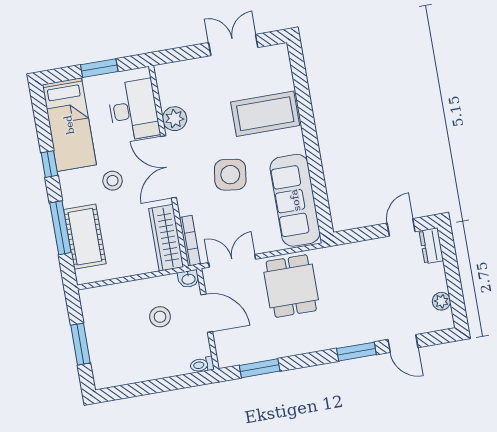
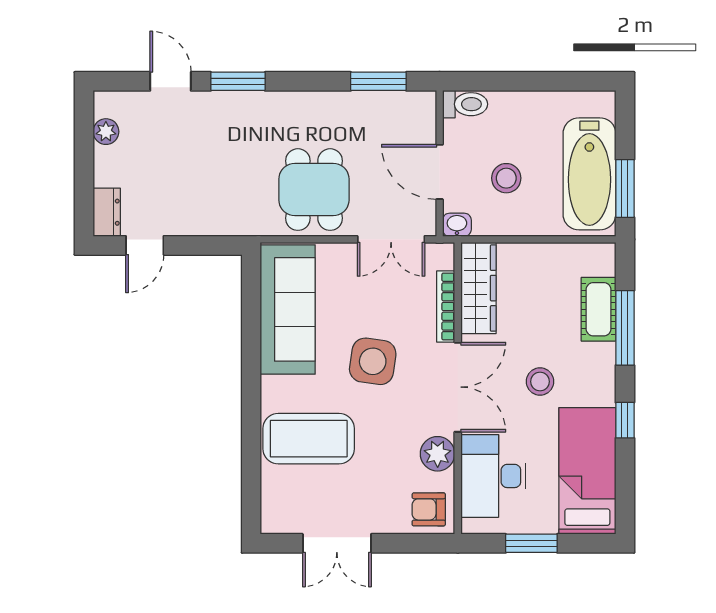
armchair: (174, 79) -> (429, 509), added
cot: (85, 237) -> (599, 309), width x0.73, depth x0.75
bookcase: (190, 241) -> (446, 306), moved
bathtub: (103, 330) -> (589, 174), added
window: (81, 344) -> (625, 188), moved
toilet: (202, 365) -> (465, 104), width x1.37, depth x1.39

